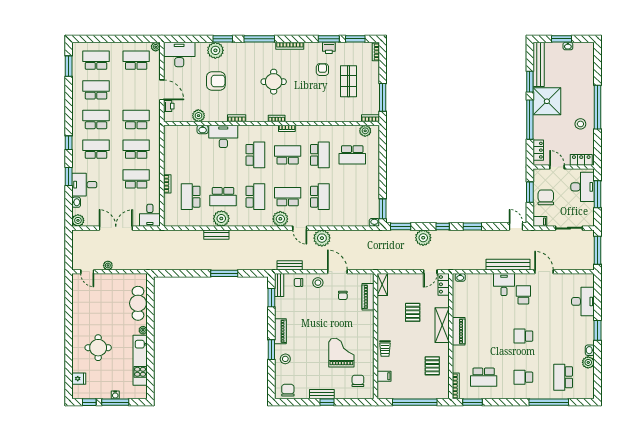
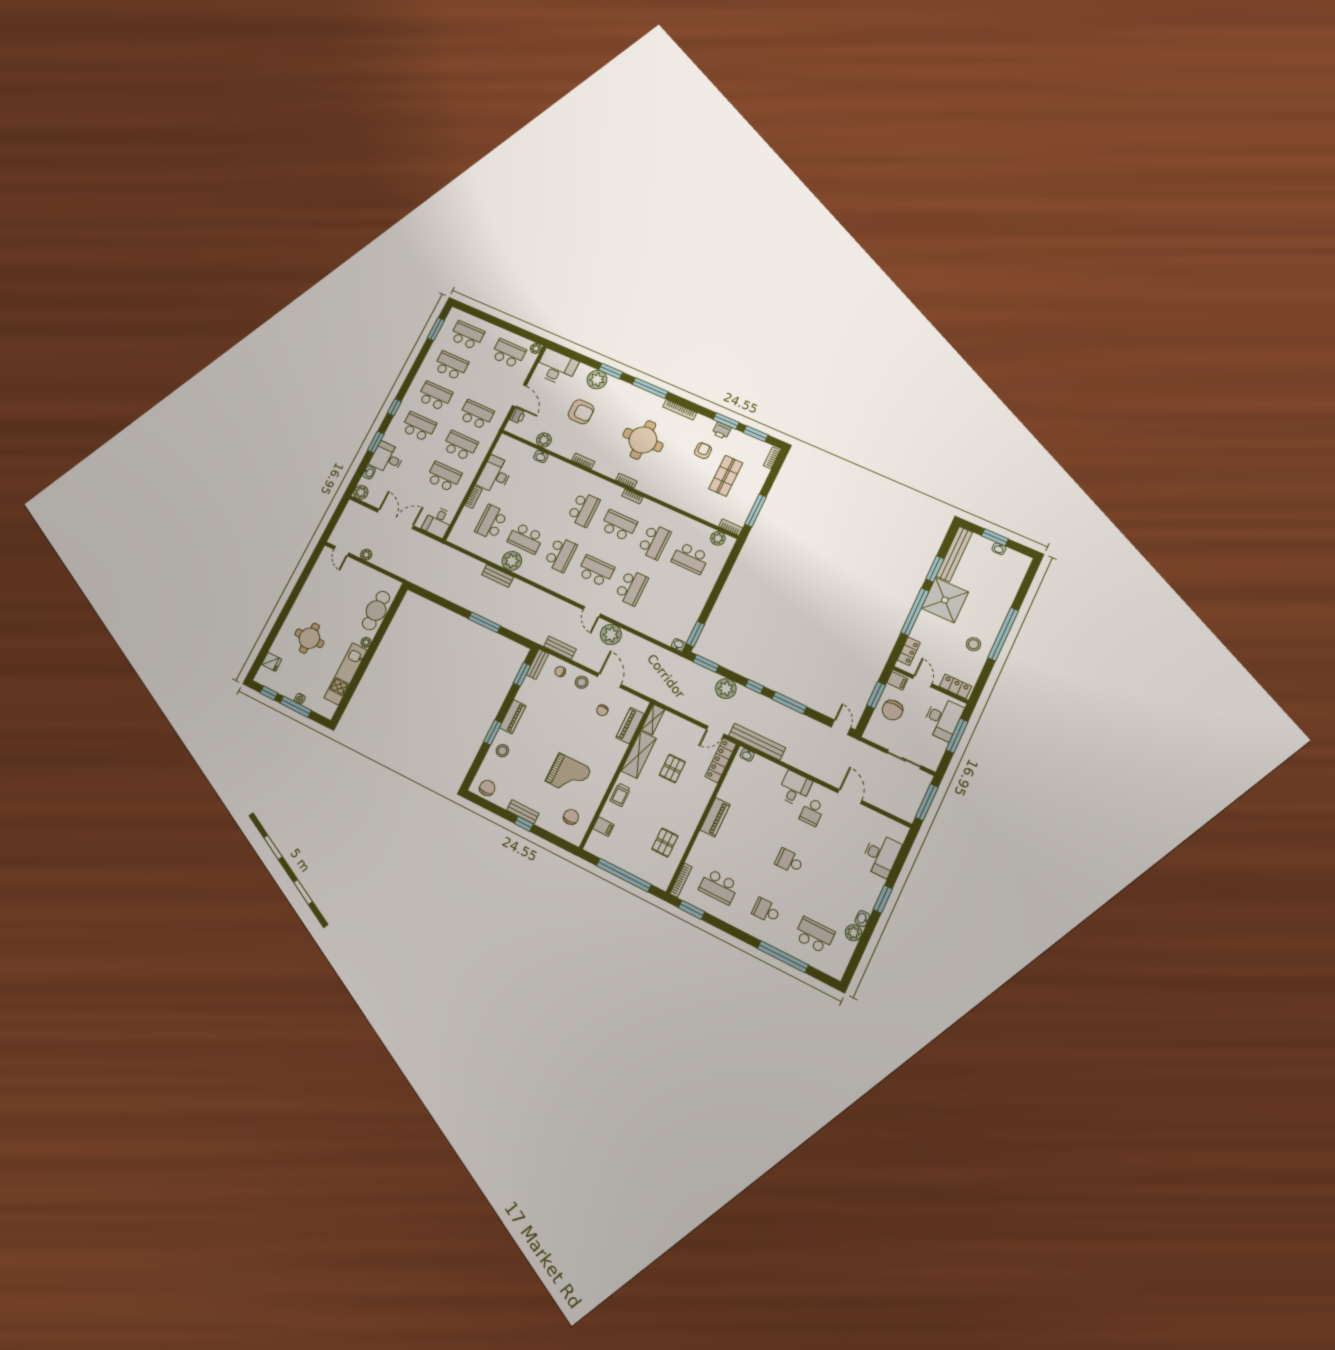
round table: (274, 82) -> (643, 440), width x1.36, depth x1.36
desk: (223, 136) -> (495, 475), moved, turned -90
chair: (546, 197) -> (892, 710), turned 180
plant: (280, 219) -> (576, 592), removed
filing cabinet: (540, 221) -> (897, 681), moved
window: (472, 226) -> (789, 703), width x1.44
bench: (508, 265) -> (757, 742), moved
locker: (444, 284) -> (721, 760), width x1.53
school desk: (523, 295) -> (812, 812), turned 180
shelving: (442, 325) -> (639, 755), moved
grand piano: (341, 353) -> (568, 775), turned 90
school desk: (563, 377) -> (814, 935), turned 90

